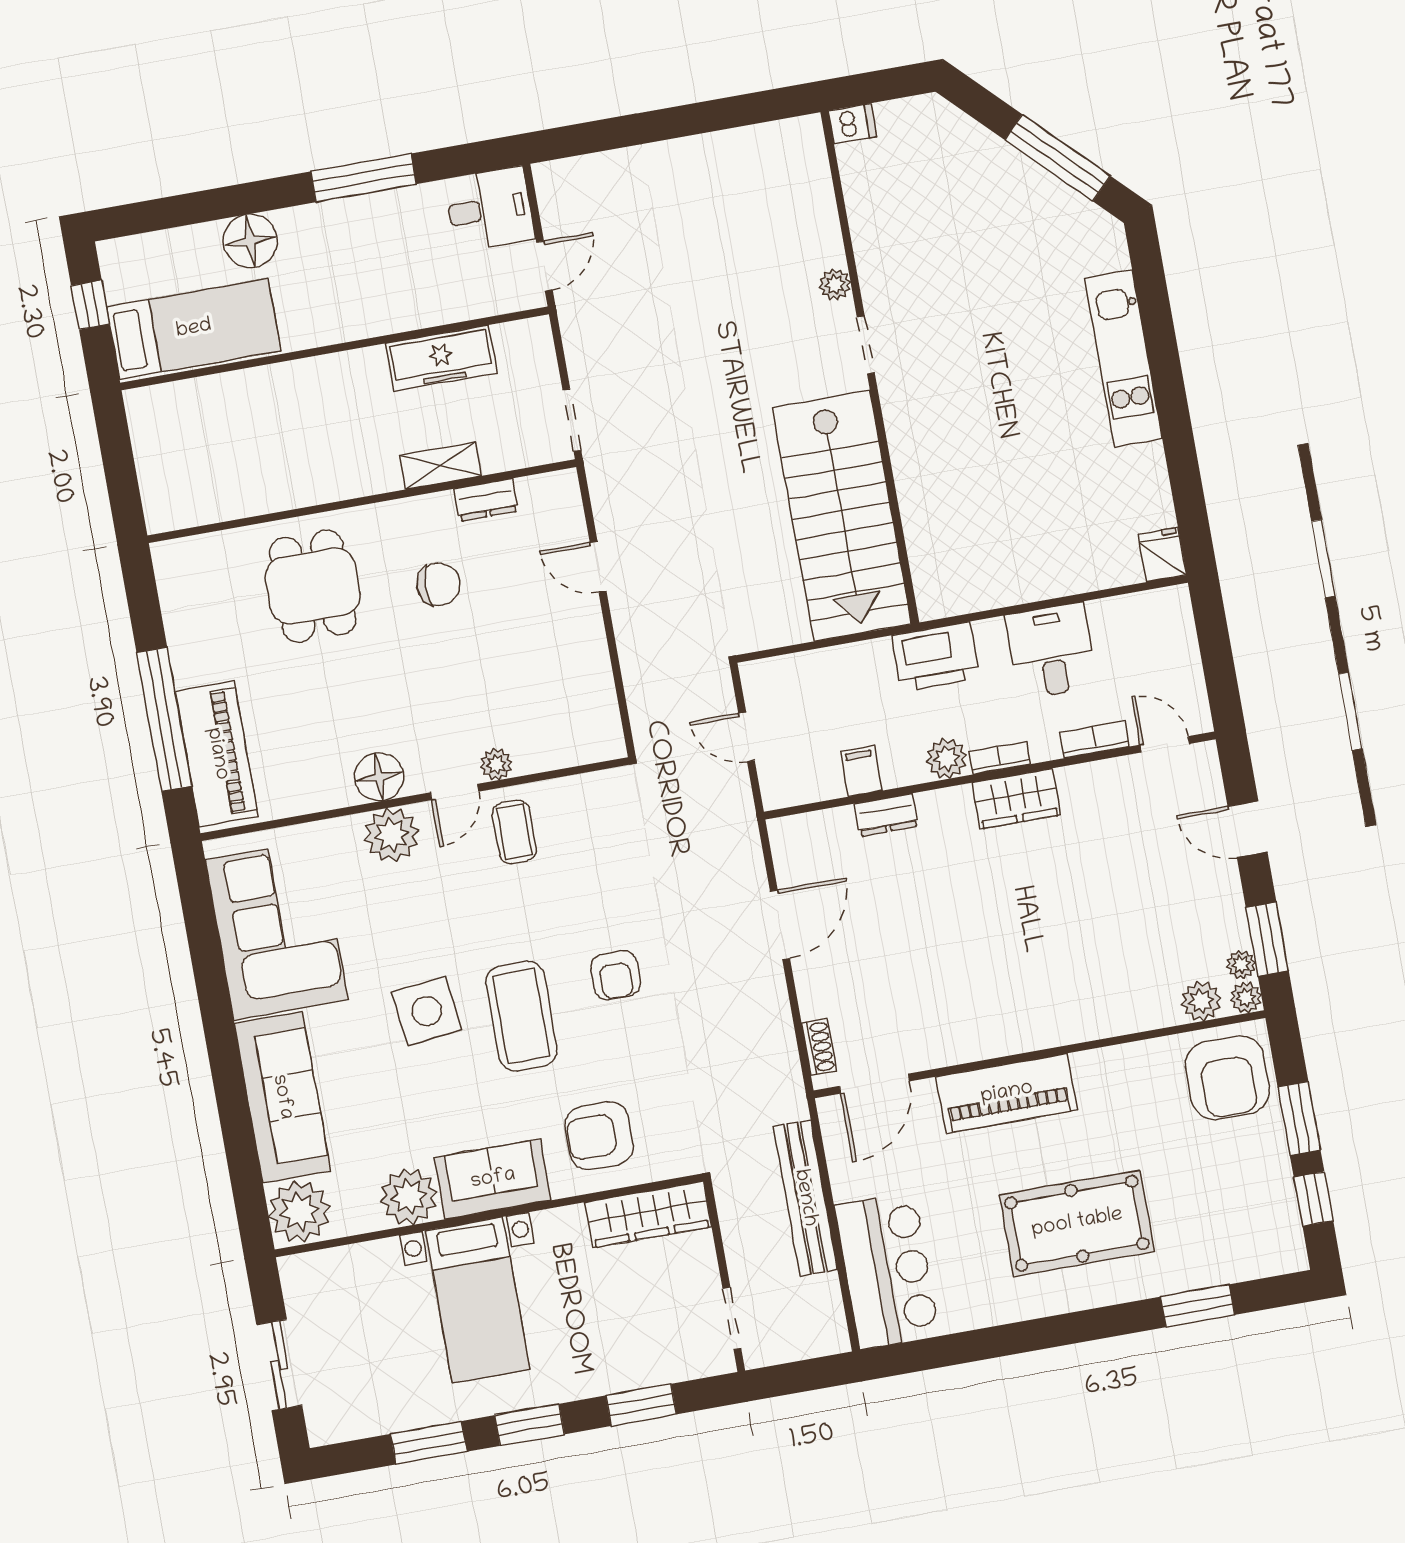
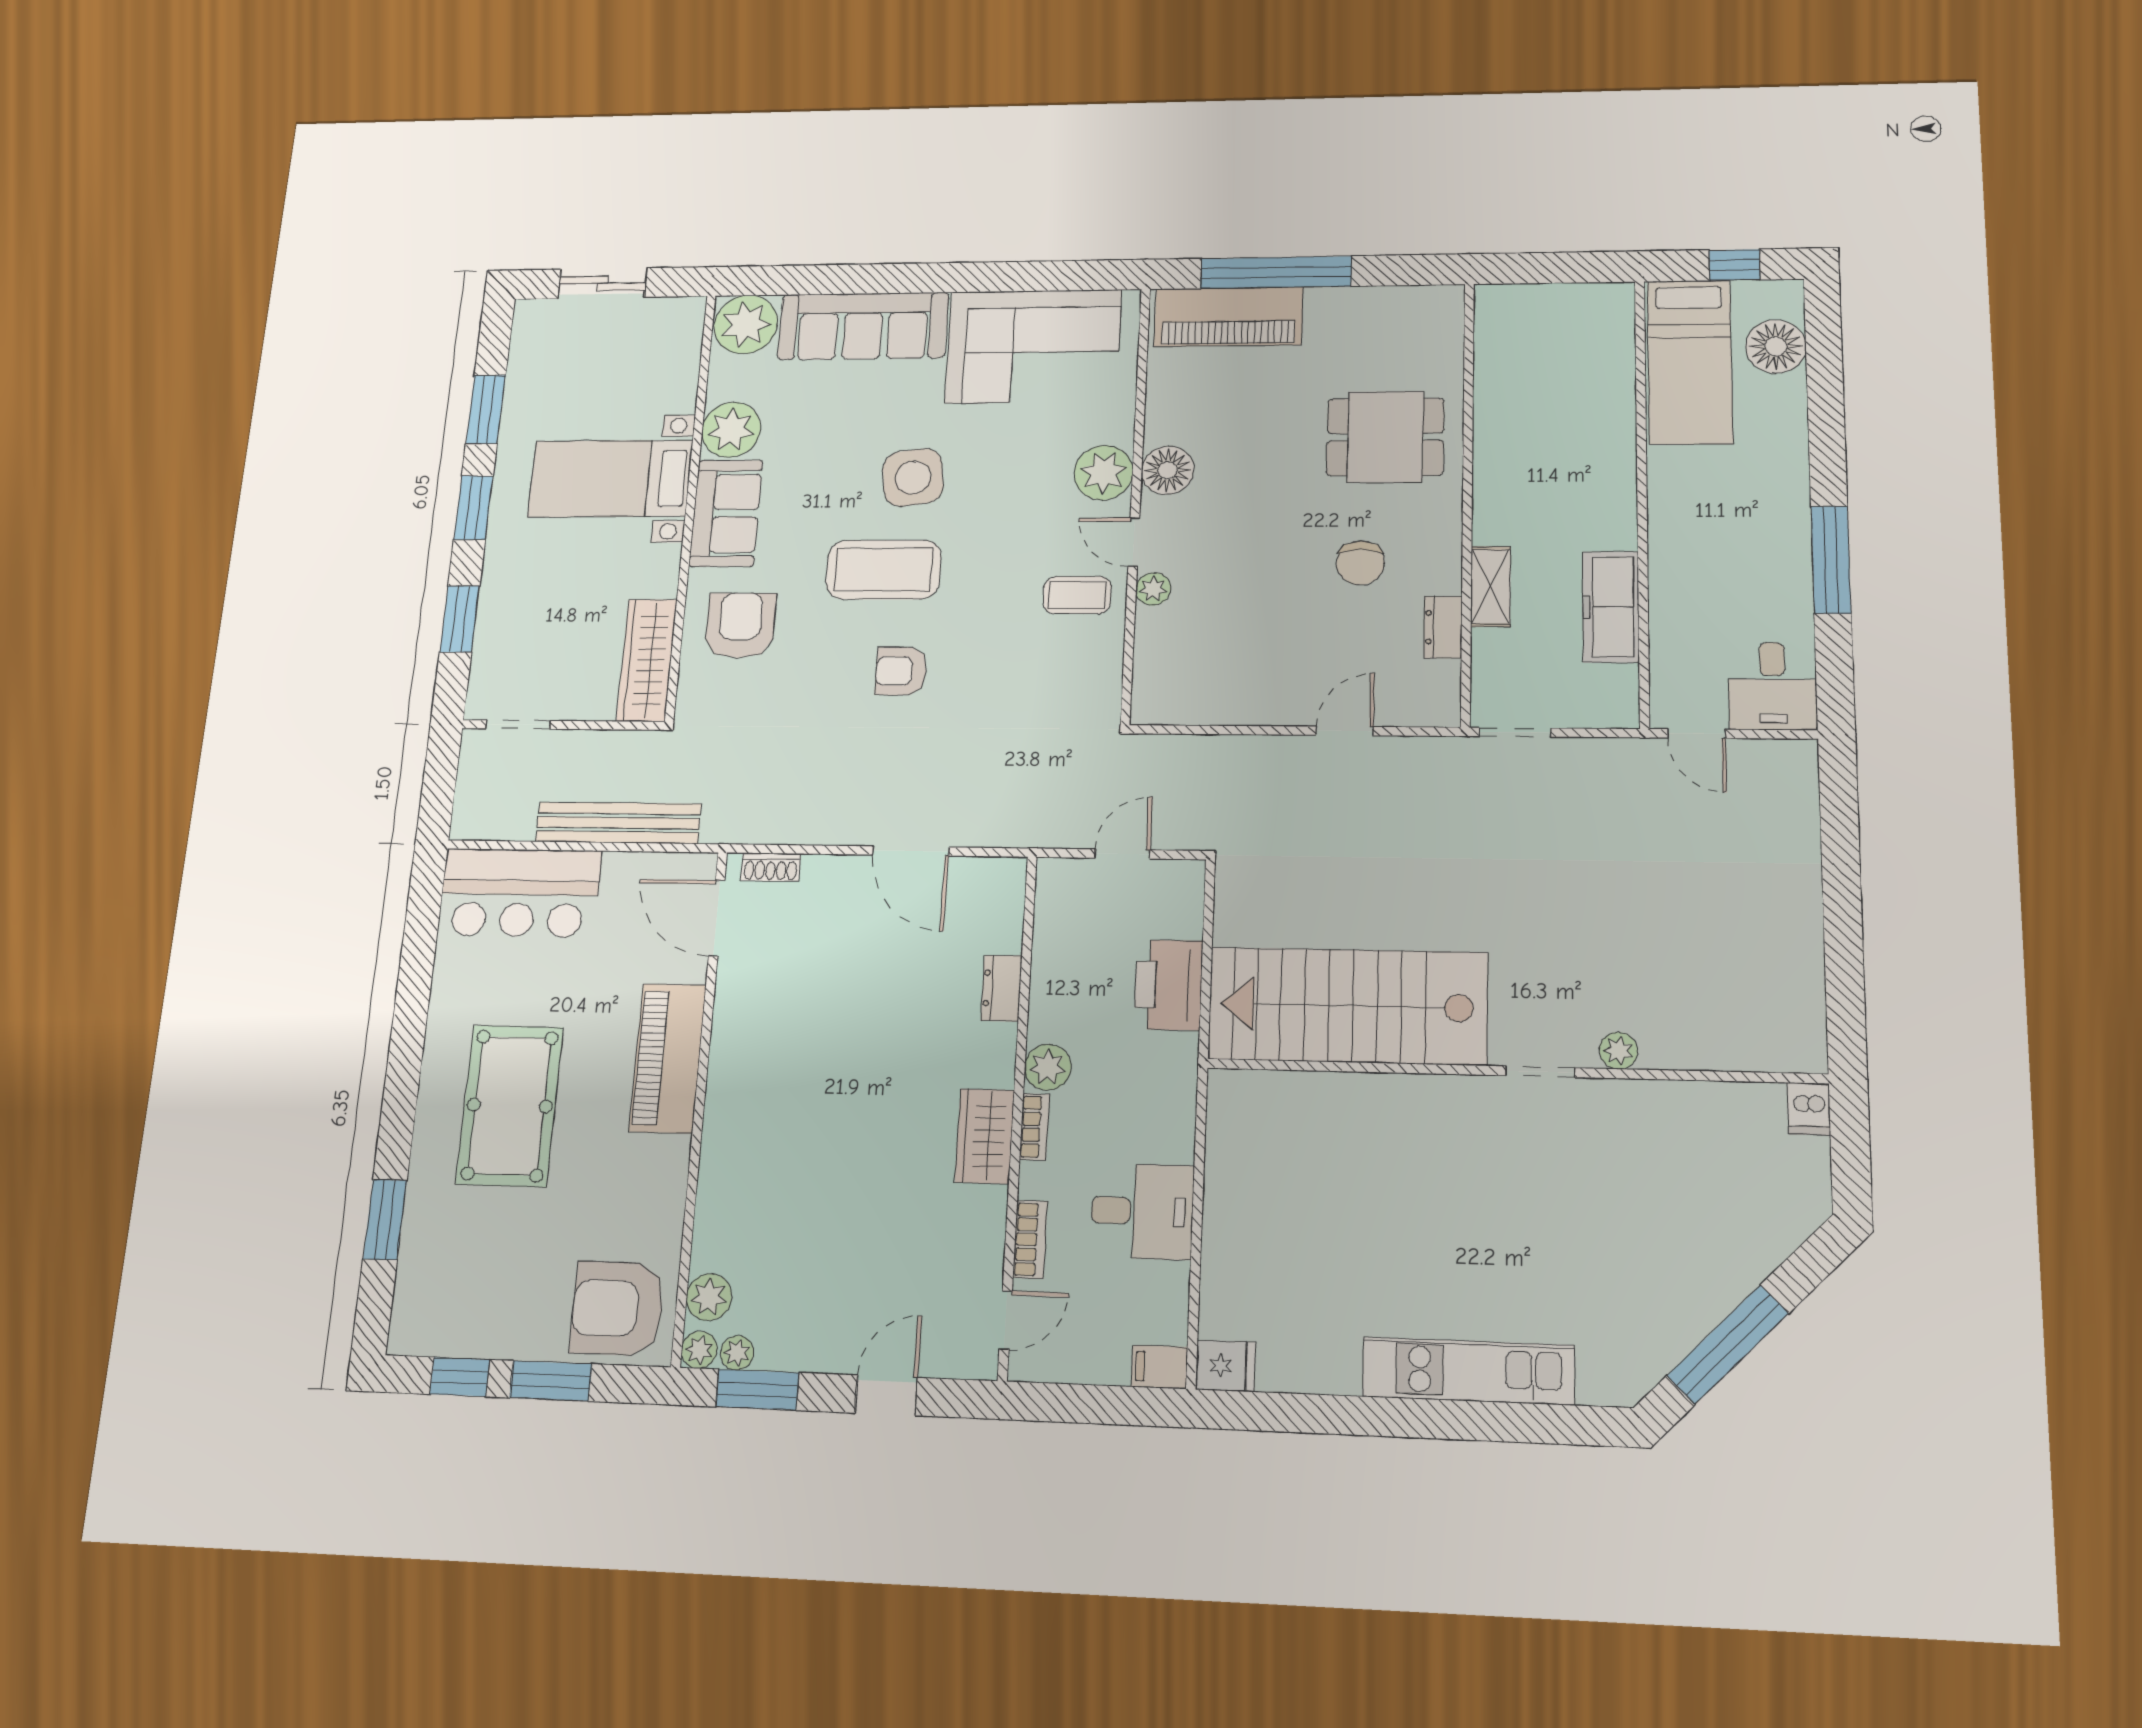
floor lamp: (250, 241) -> (1776, 346), moved
printer: (936, 657) -> (1169, 985), moved
filing cabinet: (861, 771) -> (1159, 1367), moved, turned 180

